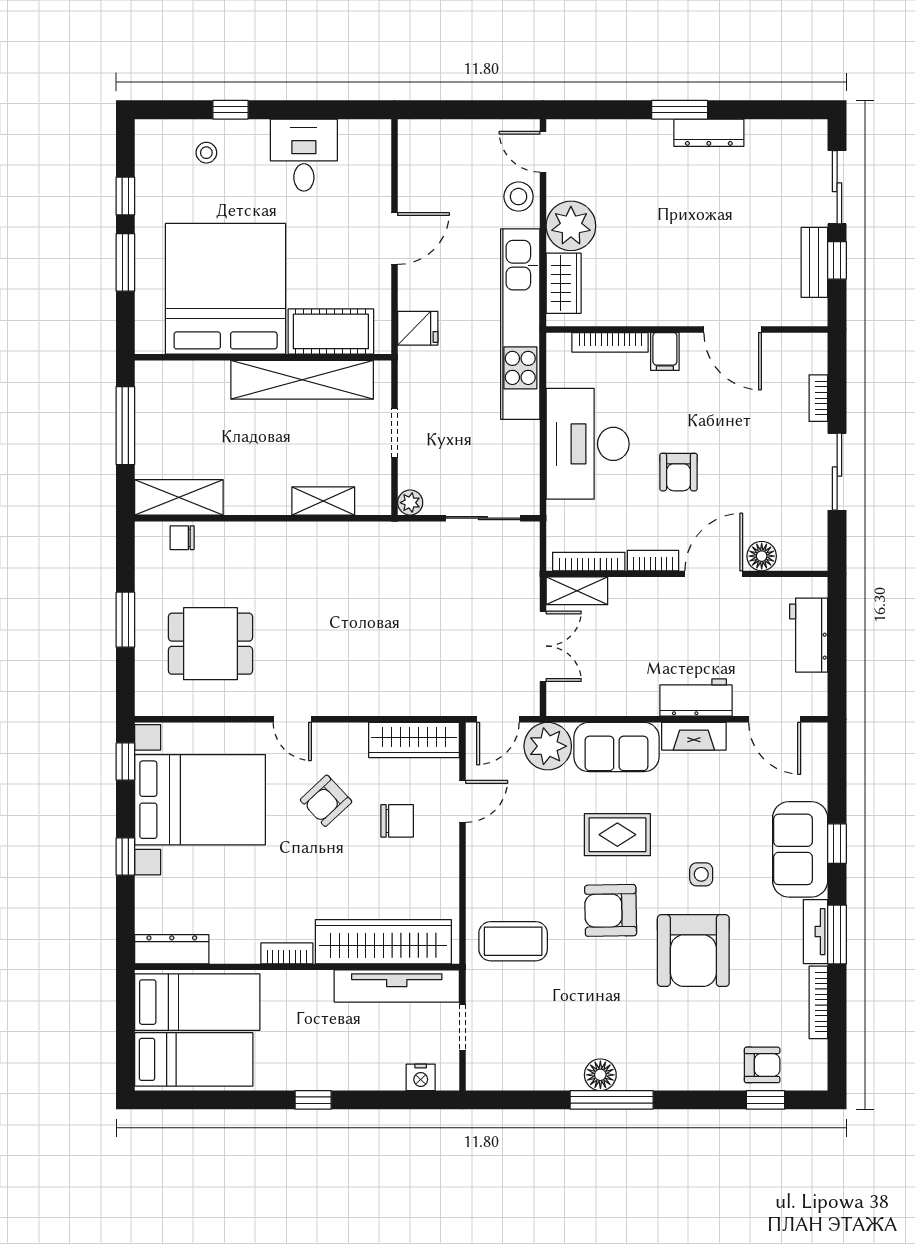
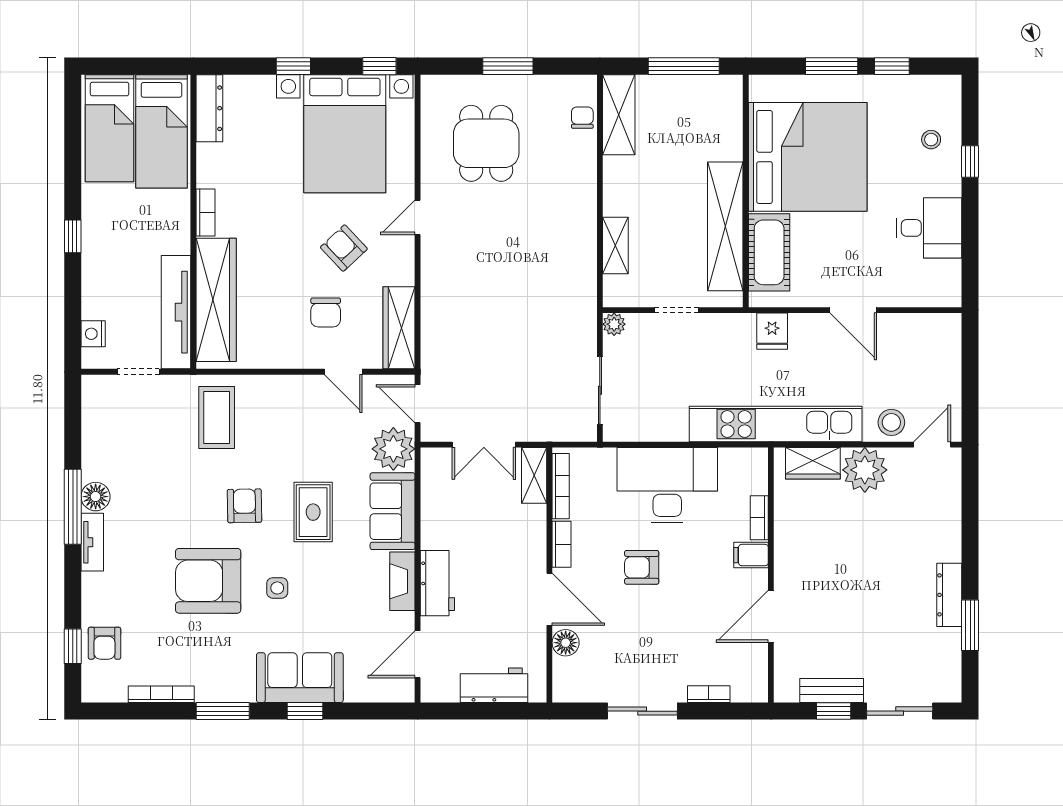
window: (680, 110) -> (970, 625), moved
bookcase: (610, 342) -> (759, 518), width x0.64
armchair: (611, 910) -> (244, 506), width x0.72, depth x0.72
tv unit: (816, 932) -> (92, 542), moved, turned 90

